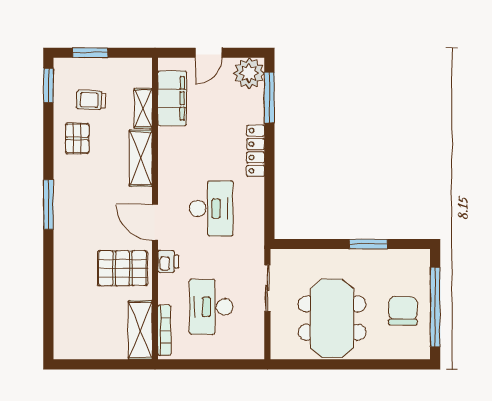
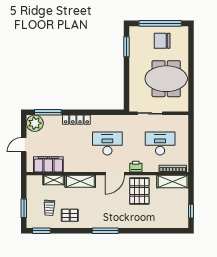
door: (209, 53) -> (24, 145), swing flipped
window: (368, 244) -> (126, 47), moved
desk: (211, 307) -> (160, 143), turned 180
window: (85, 364) -> (191, 211), added

